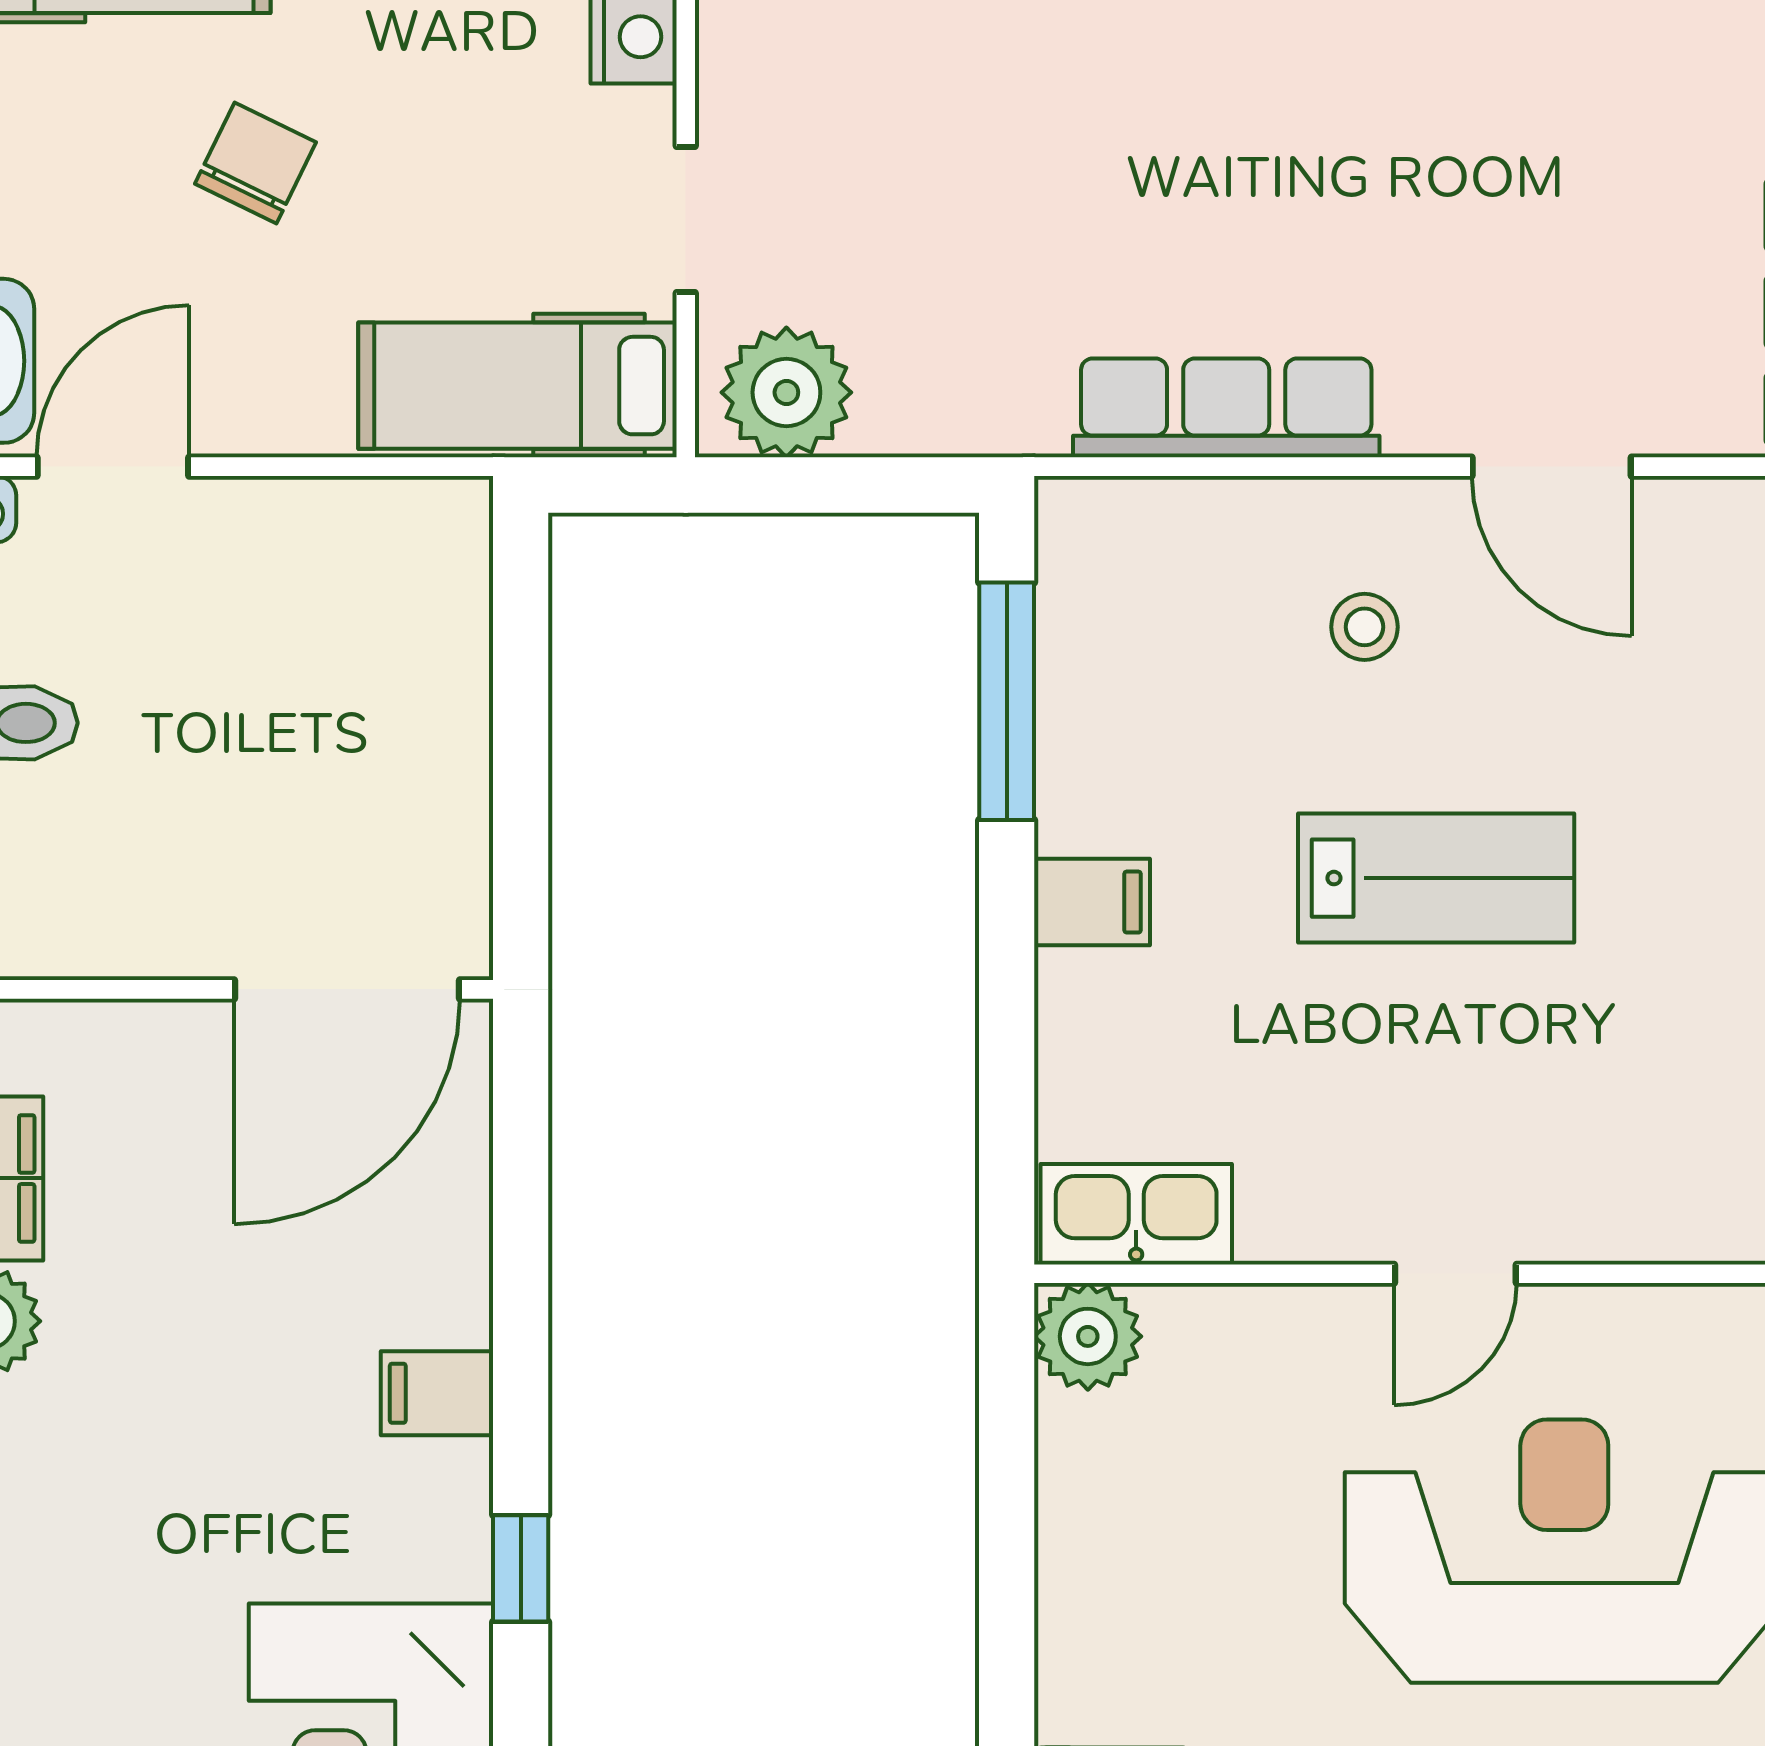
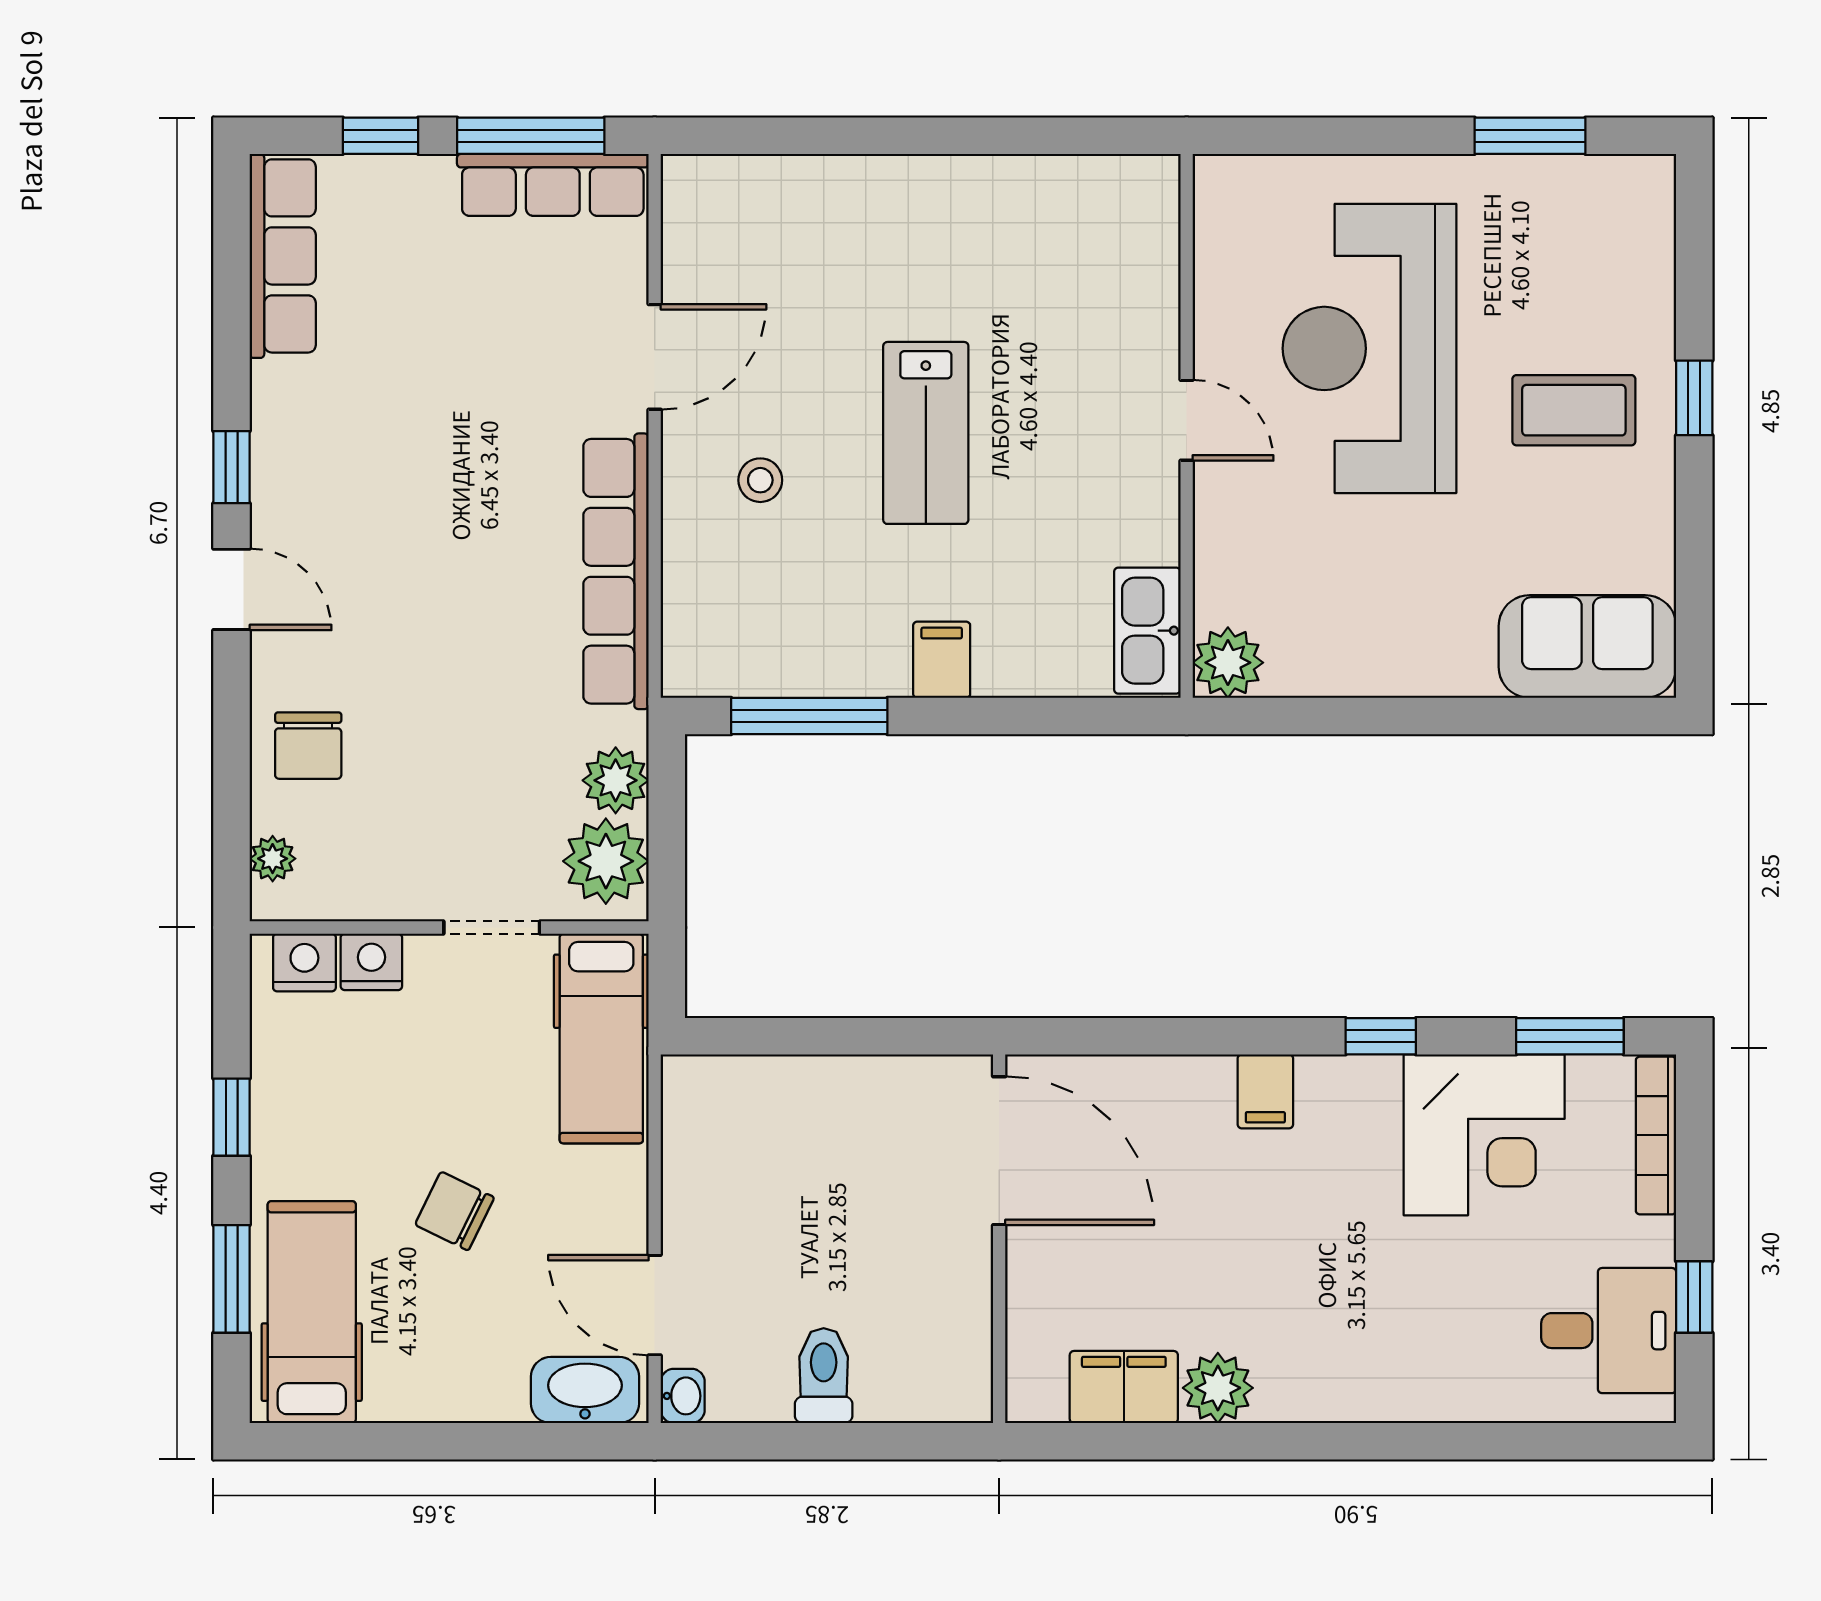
plant: (909, 407) -> (616, 780), added
row of seats: (1226, 408) -> (616, 571), width x1.36
lab bench: (1436, 878) -> (926, 433), turned 180

